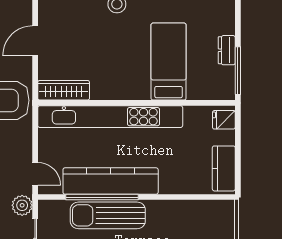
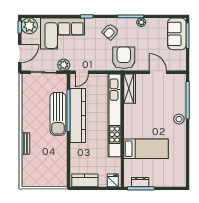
dresser: (227, 50) -> (140, 182), moved
sun lounger: (108, 215) -> (58, 114), turned 180

